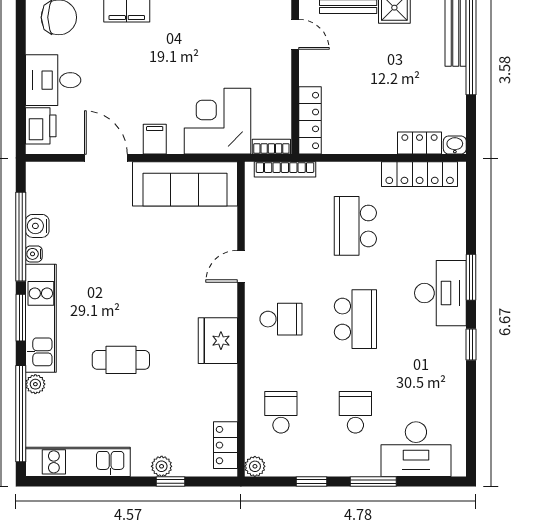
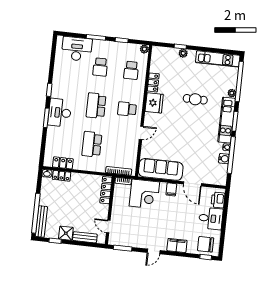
locker: (420, 174) -> (63, 163), width x0.66
school desk: (355, 226) -> (92, 144), turned 180
locker: (225, 445) -> (153, 82), moved

